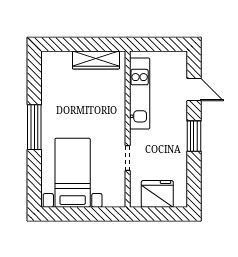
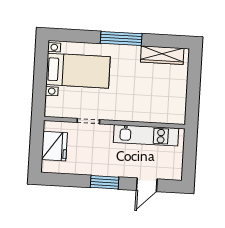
wardrobe: (96, 60) -> (162, 55), moved, turned -90

